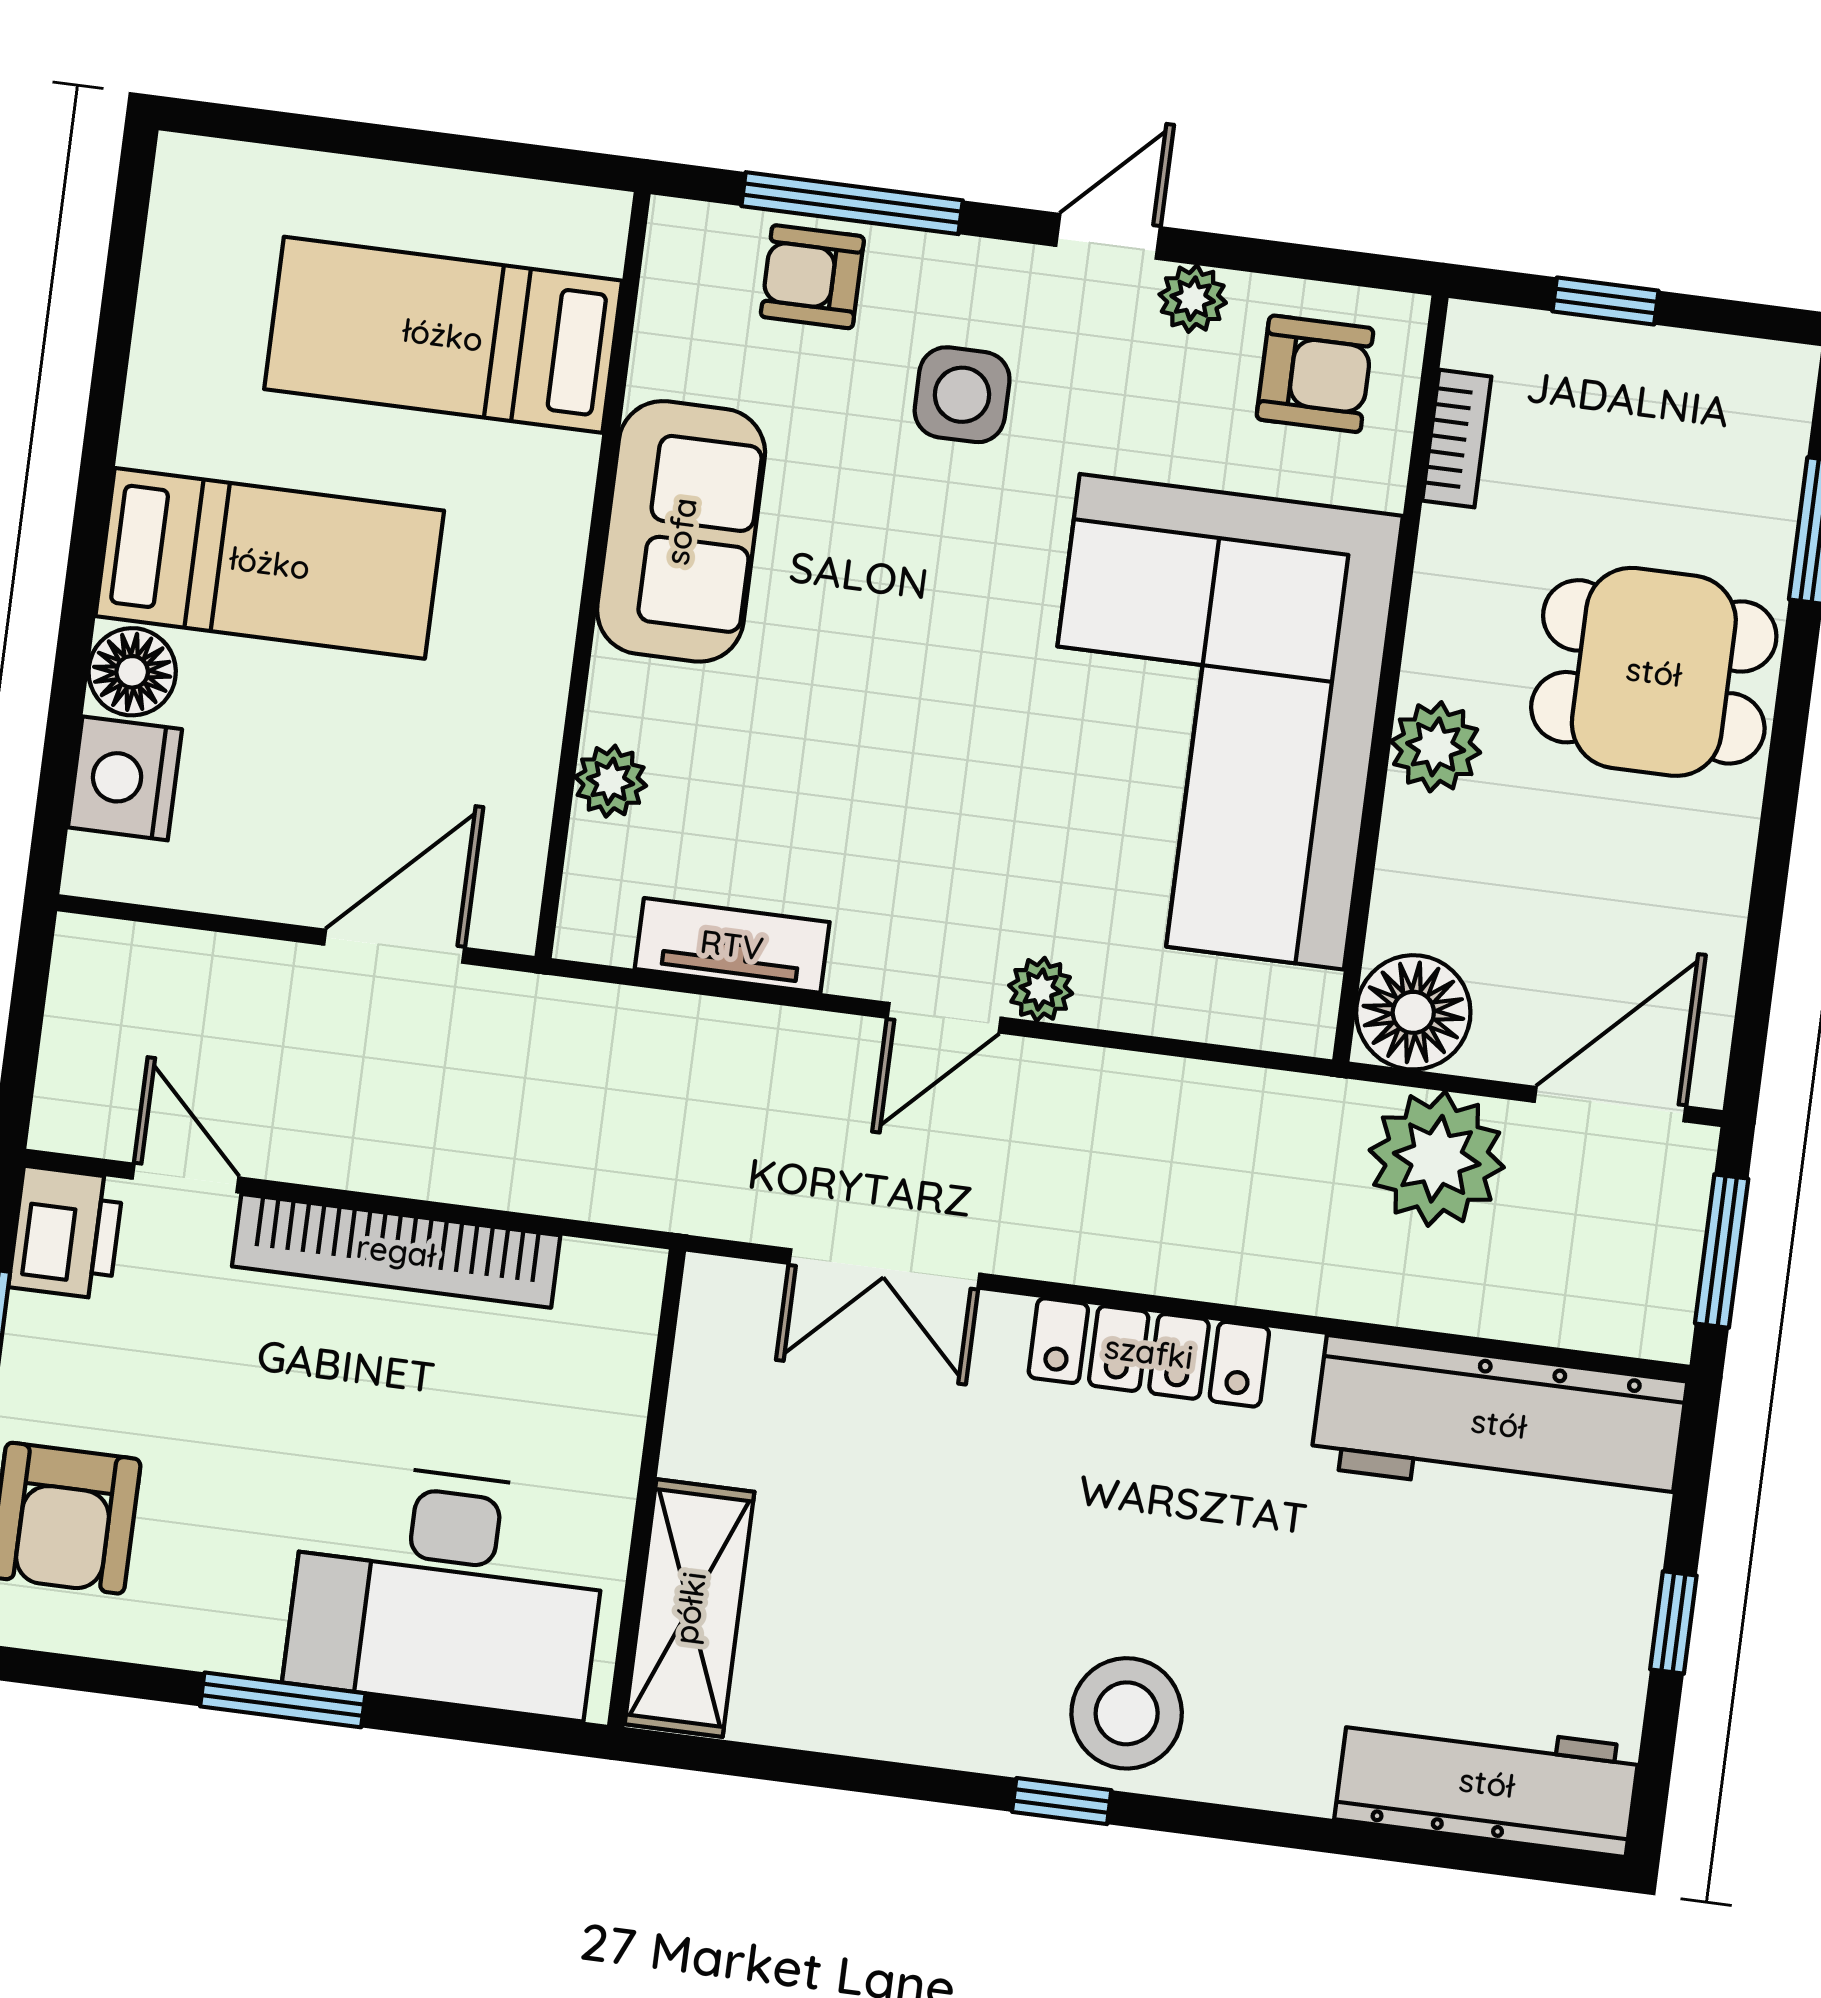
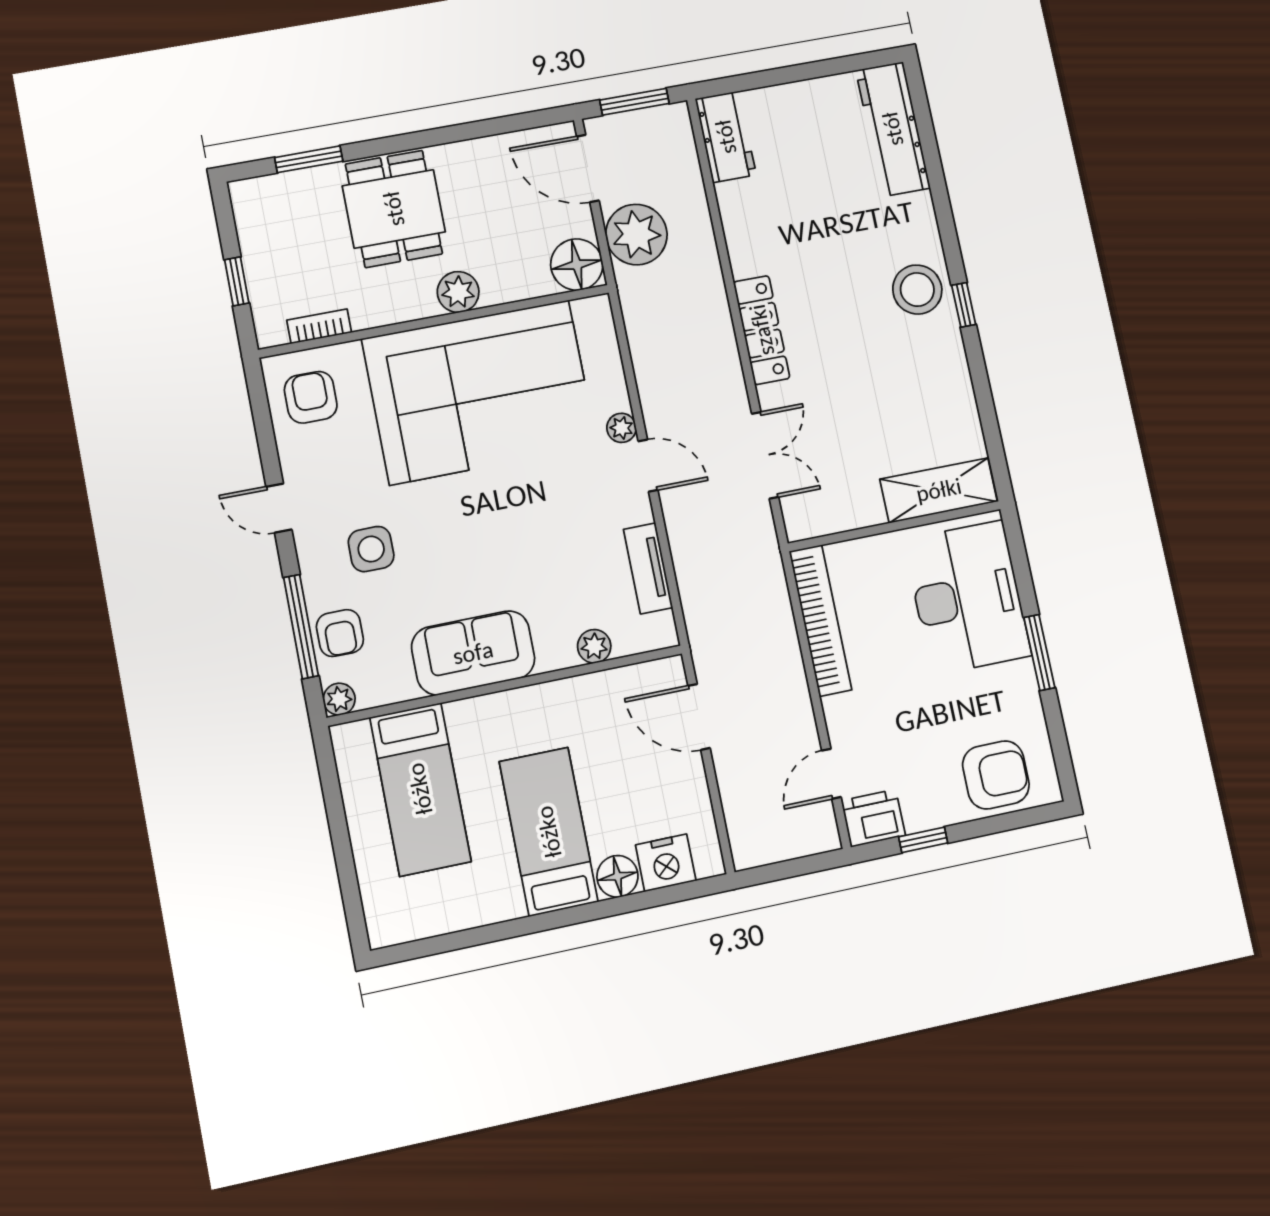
plant: (1193, 299) -> (339, 699), moved
bookcase: (396, 1251) -> (820, 620), moved
workbench: (1499, 1424) -> (726, 137), width x0.53, depth x0.76
window: (1673, 1622) -> (798, 73), removed

